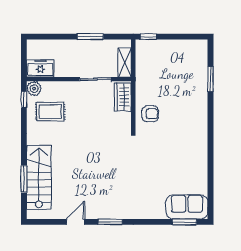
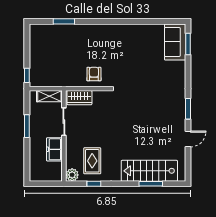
freezer: (40, 68) -> (54, 149), moved
window: (24, 99) -> (94, 184), moved
door: (75, 222) -> (188, 139), swing flipped

